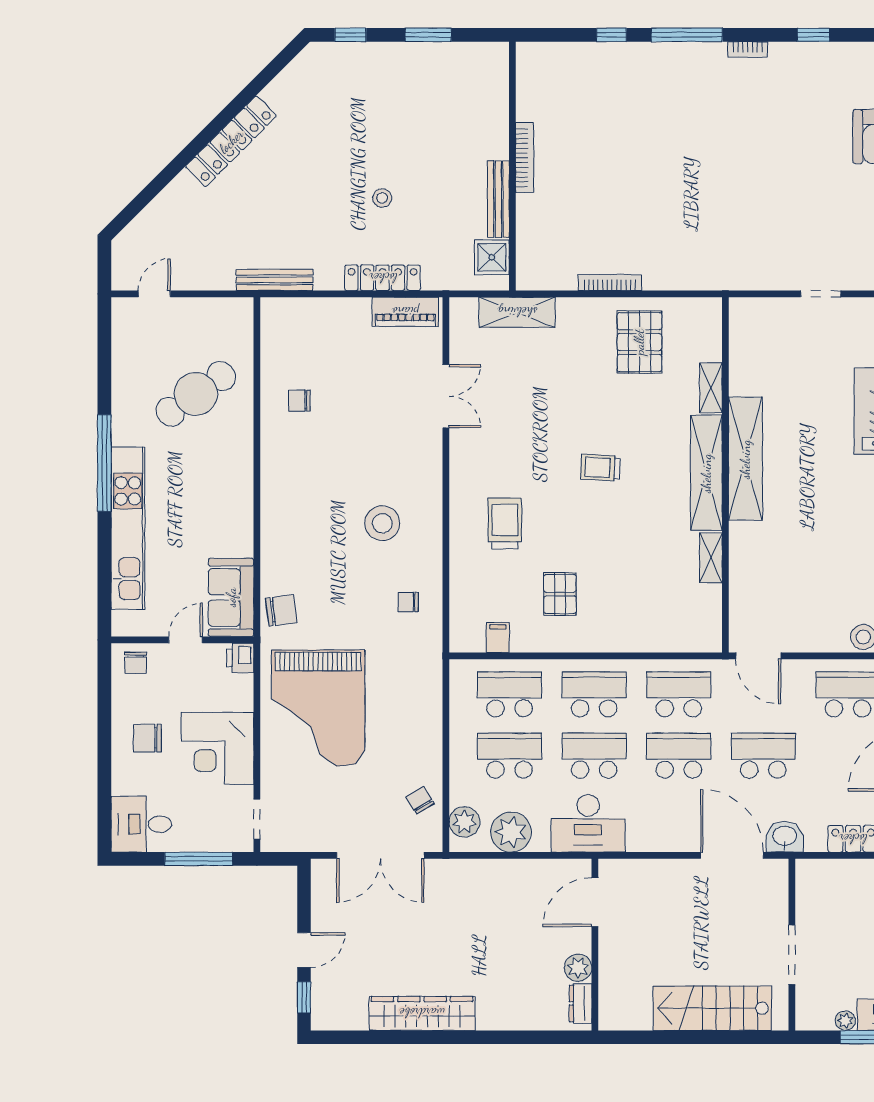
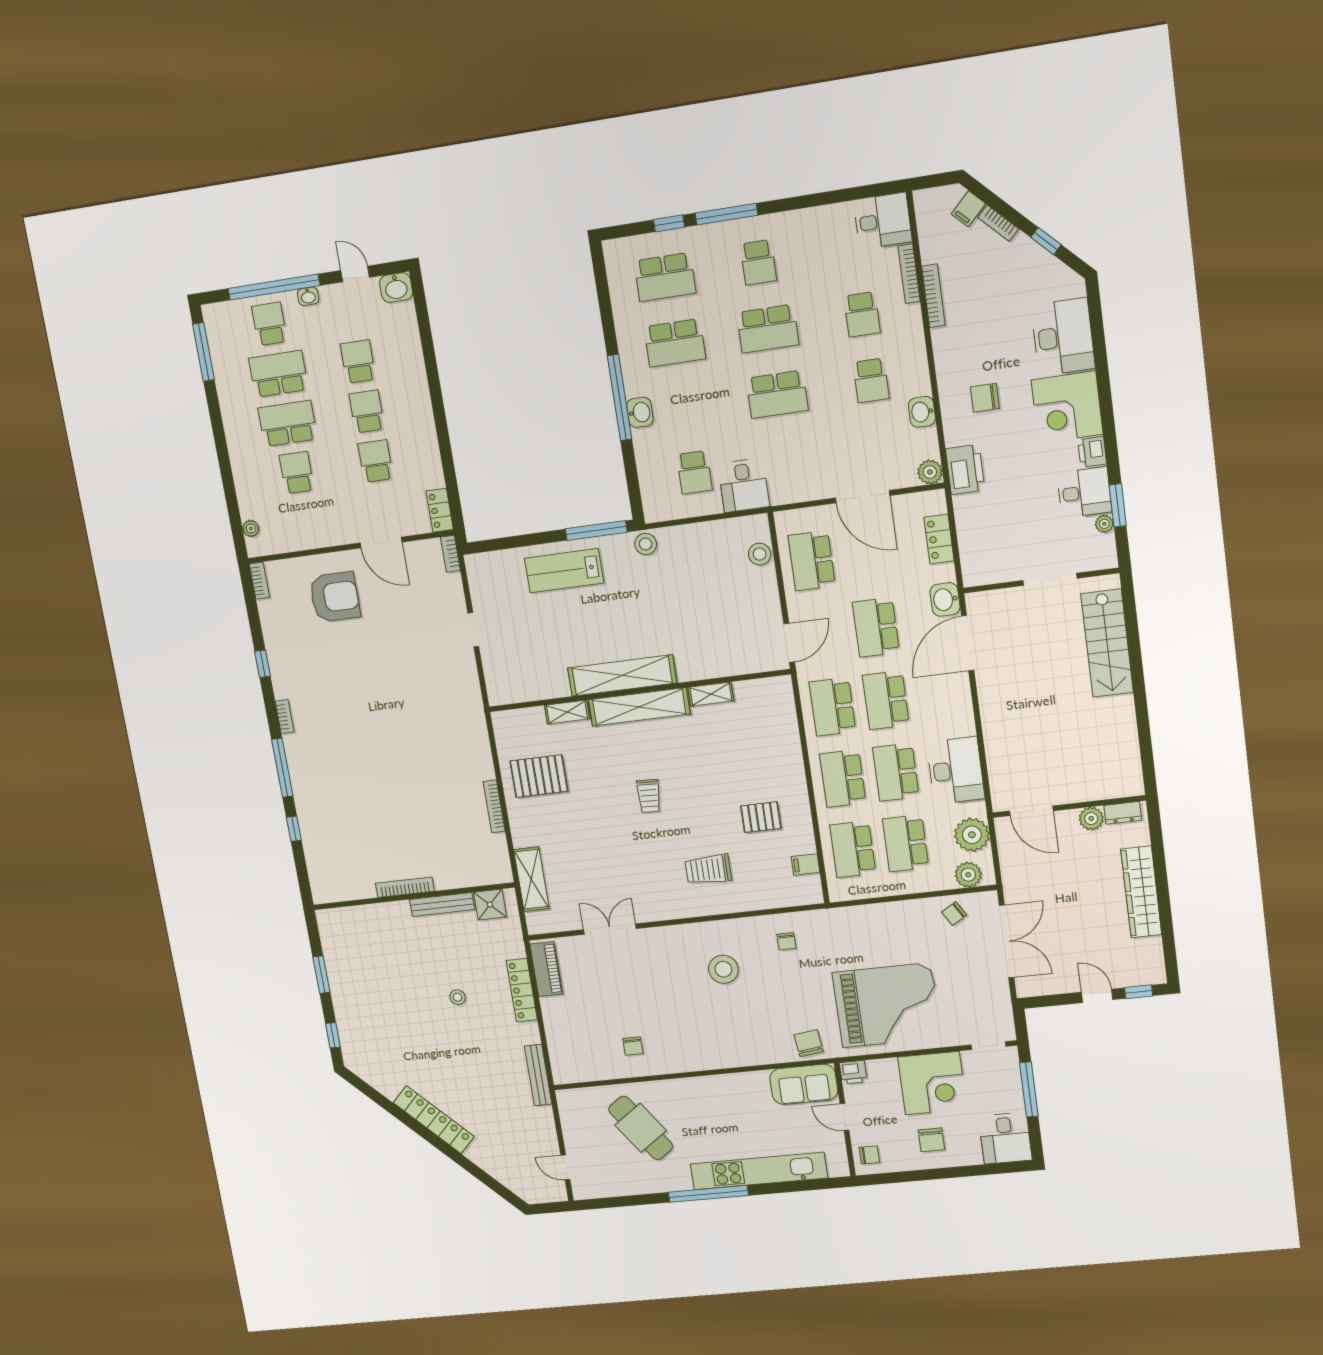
door: (595, 902) -> (1031, 811), moved
wall: (595, 945) -> (1069, 807), moved
plant: (578, 968) -> (1091, 819), moved
dresser: (581, 1003) -> (1123, 813), moved

